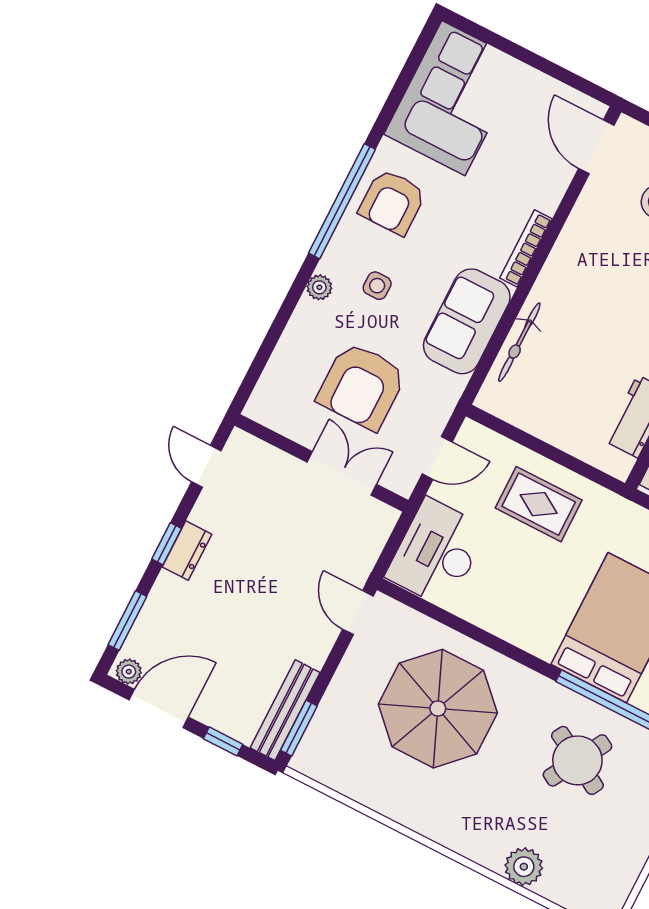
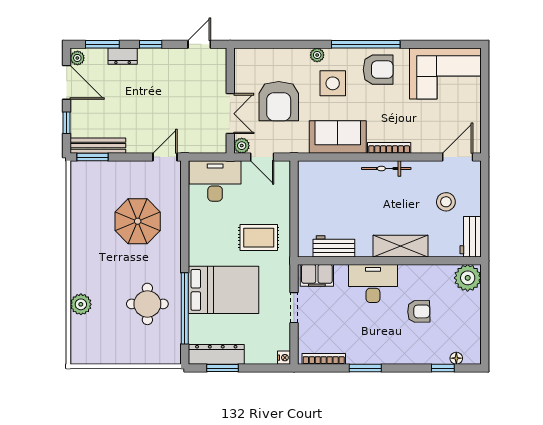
armchair: (392, 202) -> (378, 70), turned 180
side table: (377, 286) -> (333, 83), width x1.87, depth x1.87
bicycle: (519, 342) -> (386, 168), moved
armchair: (362, 386) -> (279, 101), turned -90
plant: (402, 481) -> (242, 146), added
rug: (539, 504) -> (259, 238), moved, turned 90
dresser: (187, 551) -> (123, 56), moved
parasol: (438, 709) -> (138, 221), width x0.73, depth x0.73
round table: (577, 760) -> (147, 304), turned -30

